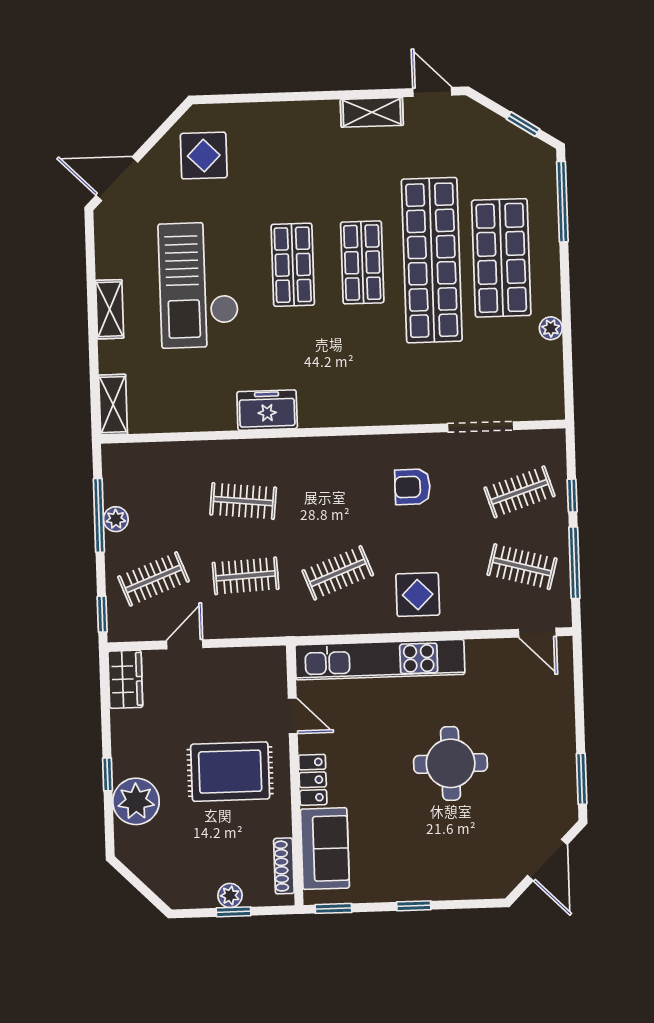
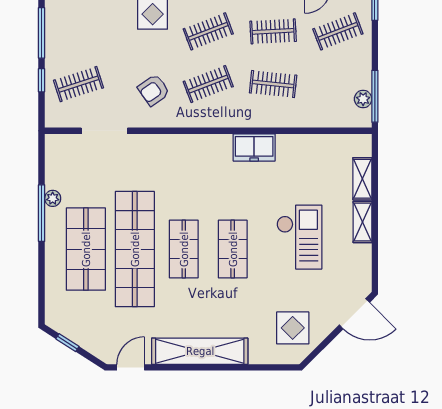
door: (432, 92) -> (131, 367), swing flipped
shelving: (372, 112) -> (200, 351), width x2.20, depth x1.33
window: (562, 202) -> (42, 213), moved
checkout: (199, 285) -> (299, 237), width x0.73, depth x0.83
shelving: (113, 405) -> (362, 179), moved
armchair: (412, 487) -> (154, 90), turned 145
window: (99, 515) -> (375, 96), moved
plant: (116, 519) -> (363, 99), moved
clothes rail: (522, 567) -> (208, 84), moved, turned -36

